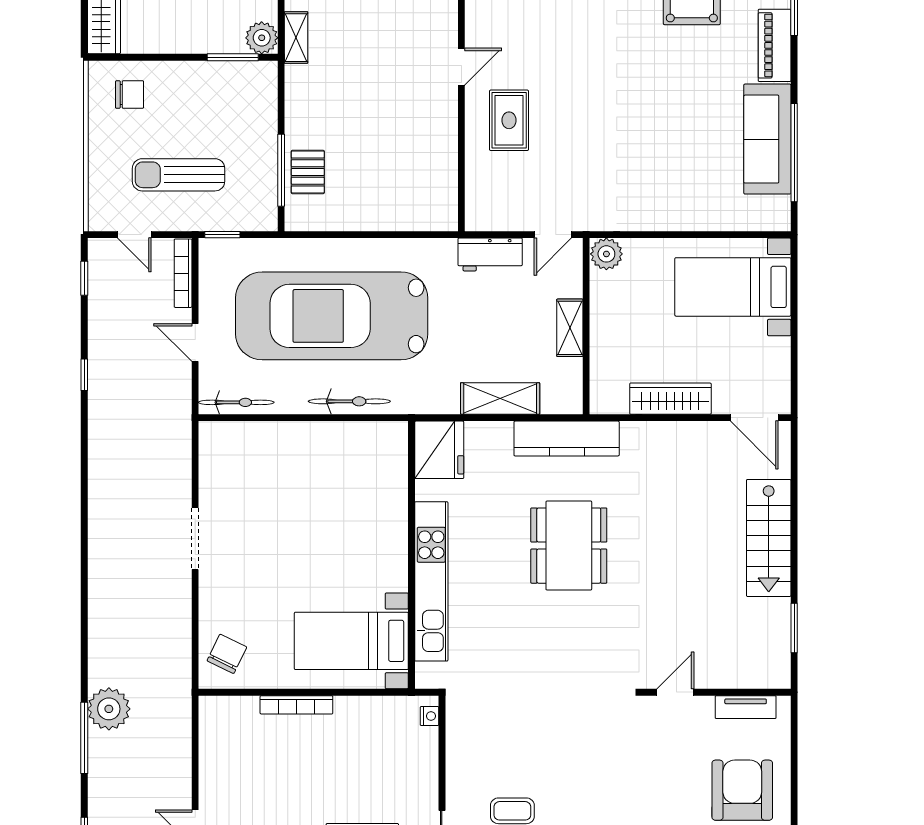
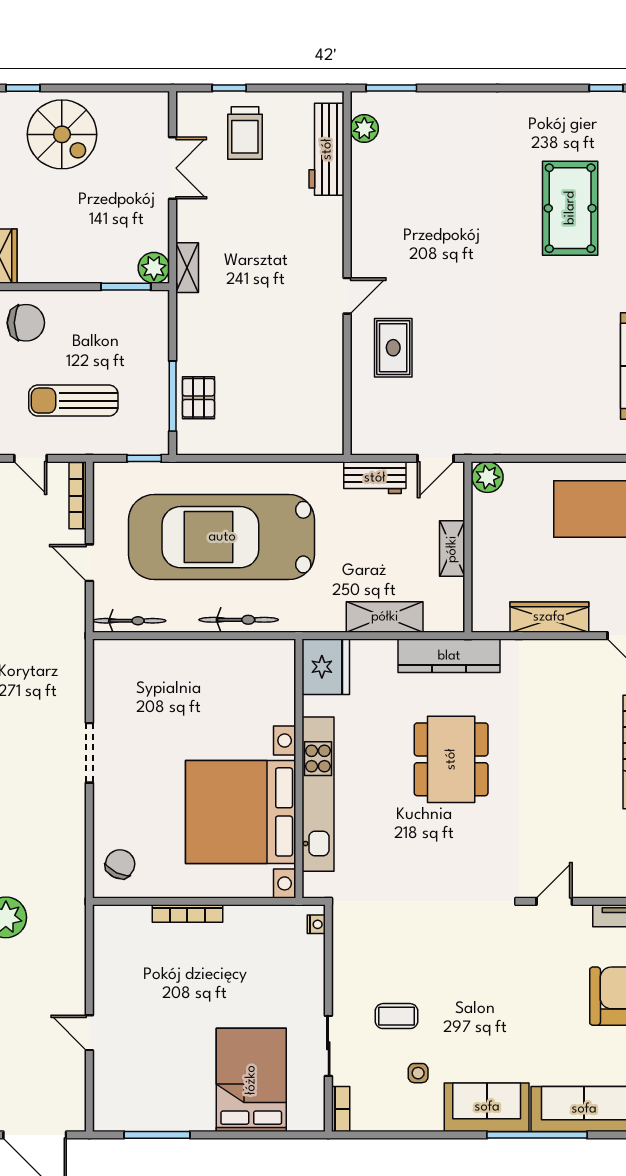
chair: (130, 95) -> (26, 323), width x1.37, depth x1.37
window: (222, 235) -> (144, 458), moved
bed with nightstands: (351, 641) -> (241, 812), width x1.85

